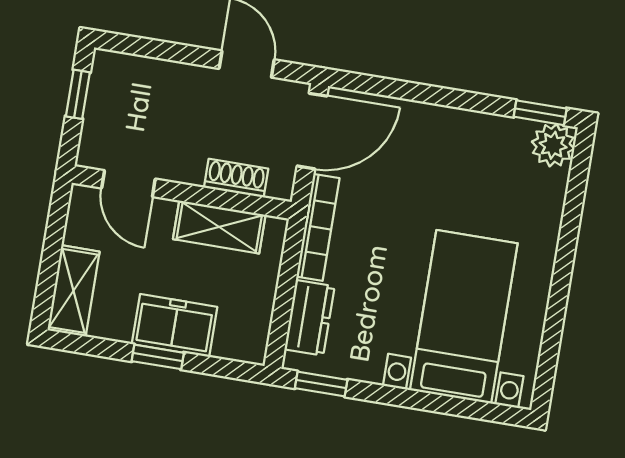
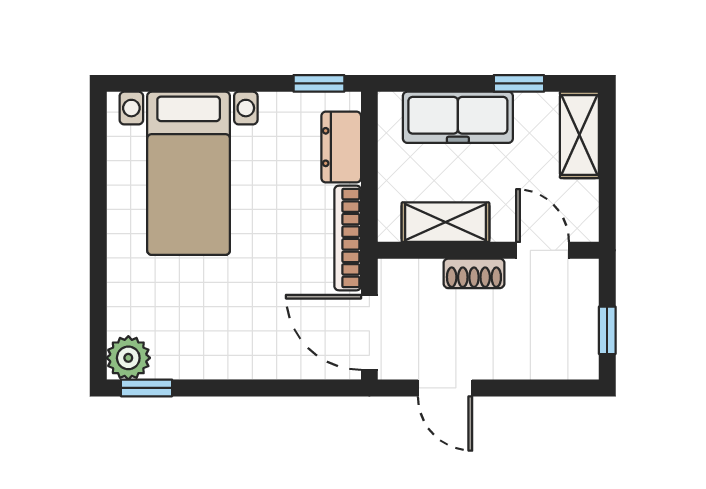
door: (312, 131) -> (369, 332), hinge flipped
shoe rack: (236, 178) -> (474, 273), moved
freezer: (175, 325) -> (458, 117), width x1.40
window: (158, 357) -> (519, 83), moved

